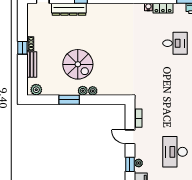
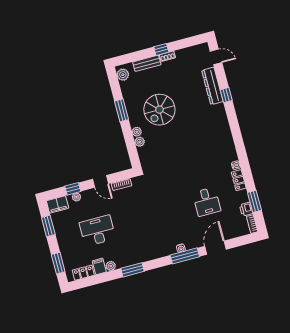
plant: (83, 91) -> (140, 142), moved
door: (130, 137) -> (100, 181), swing flipped

